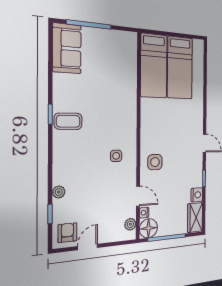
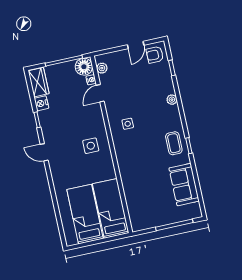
sofa: (67, 48) -> (184, 185), moved
coffee table: (68, 121) -> (174, 143), turned 90
side table: (155, 162) -> (91, 146), moved
plant: (59, 192) -> (172, 100), moved
door: (138, 196) -> (100, 93), hinge flipped
armchair: (67, 233) -> (155, 55), turned 90

